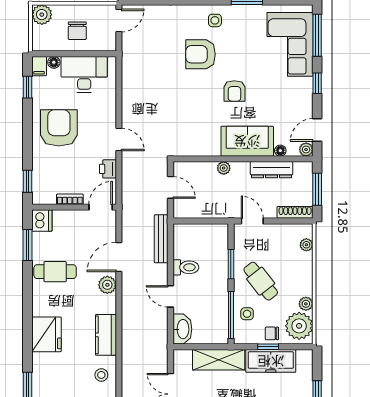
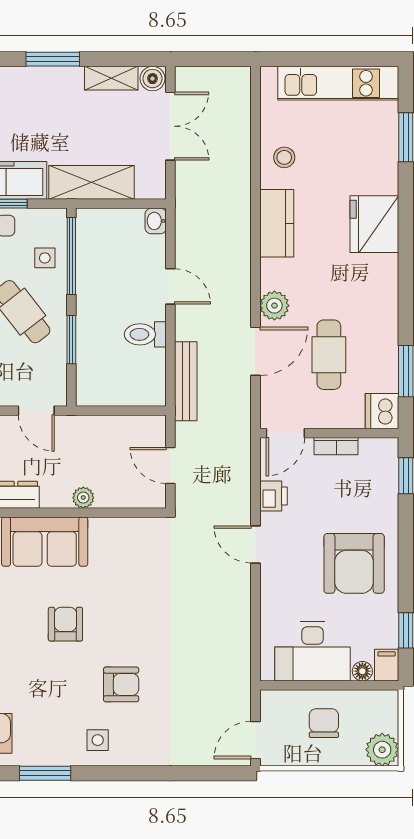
armchair: (201, 54) -> (121, 684), width x0.72, depth x0.72
cafe table: (55, 272) -> (329, 355), moved, turned 90
washbasin: (182, 329) -> (156, 221), width x0.52, depth x0.69

